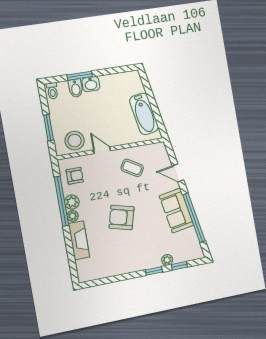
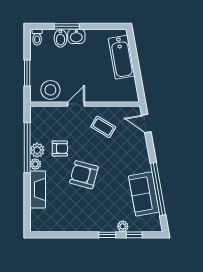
bathtub: (144, 114) -> (122, 57), moved
door: (102, 150) -> (76, 104), hinge flipped
door: (178, 173) -> (146, 123), moved
armchair: (75, 176) -> (60, 148), moved
sofa: (176, 211) -> (144, 194), moved

